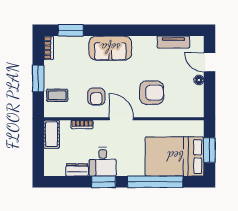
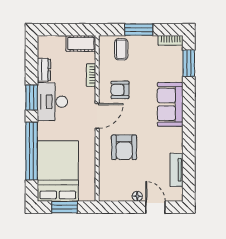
door: (209, 62) -> (155, 207), hinge flipped
desk: (103, 162) -> (52, 102), width x1.37

